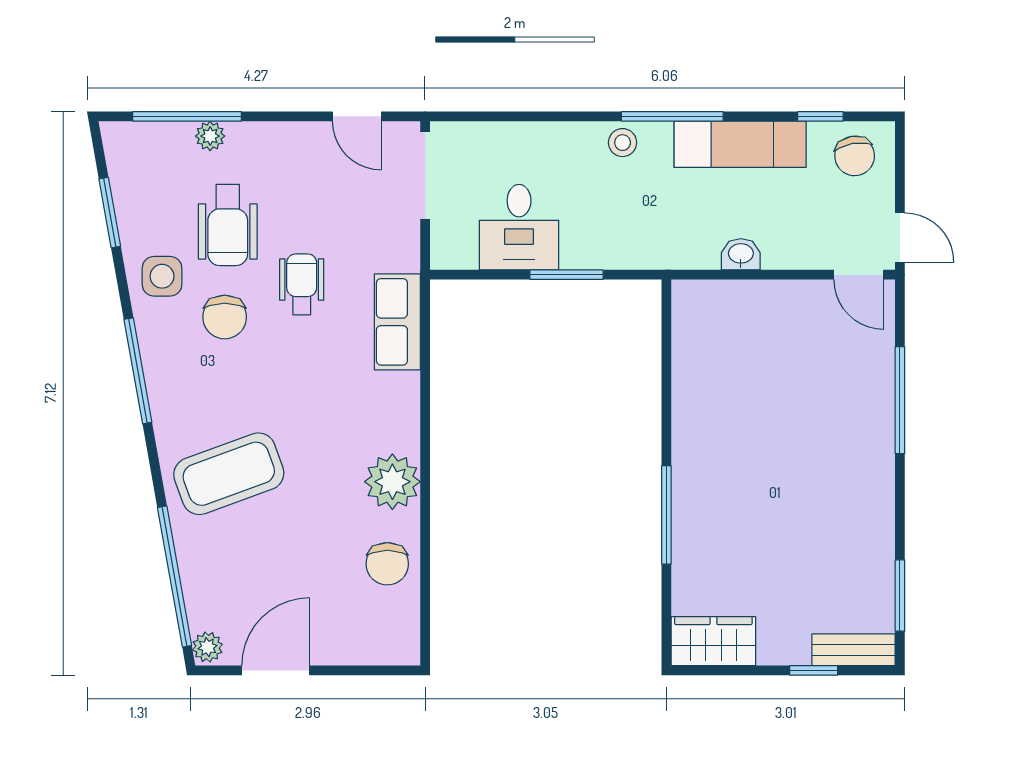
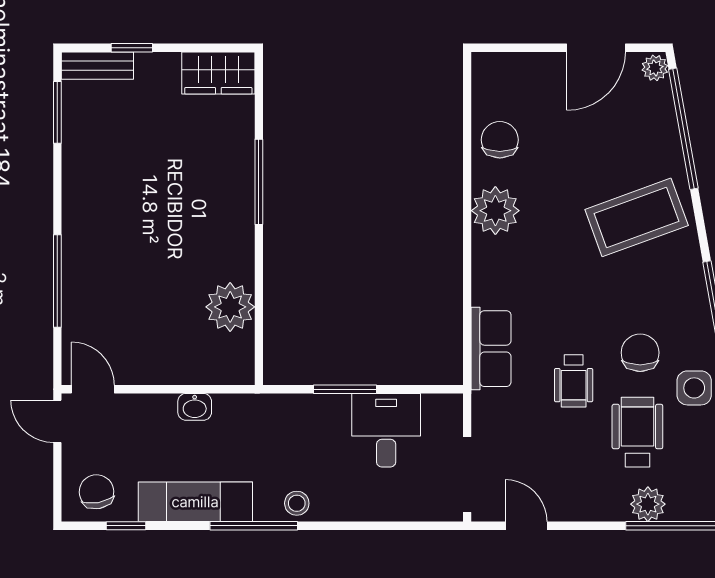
plant: (210, 136) -> (648, 504), width x1.38, depth x1.38
plant: (700, 370) -> (230, 307), added

